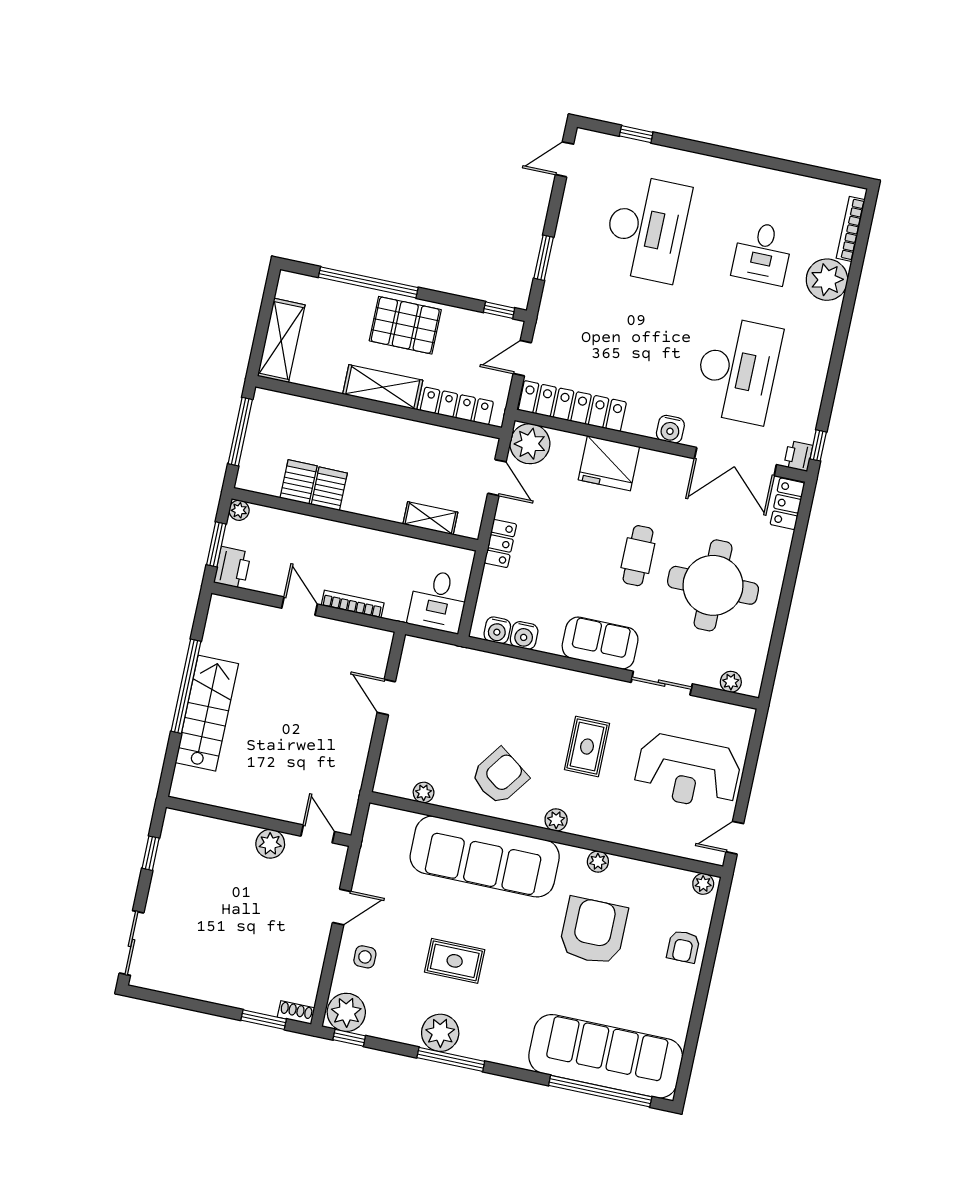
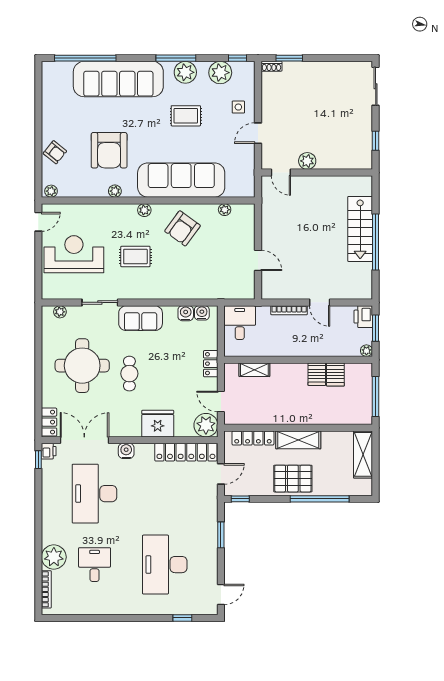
rug: (587, 747) -> (135, 256), turned 90
armchair: (683, 947) -> (55, 152), turned 129
plant: (346, 1012) -> (220, 73), moved
sofa: (606, 1056) -> (118, 79), moved

